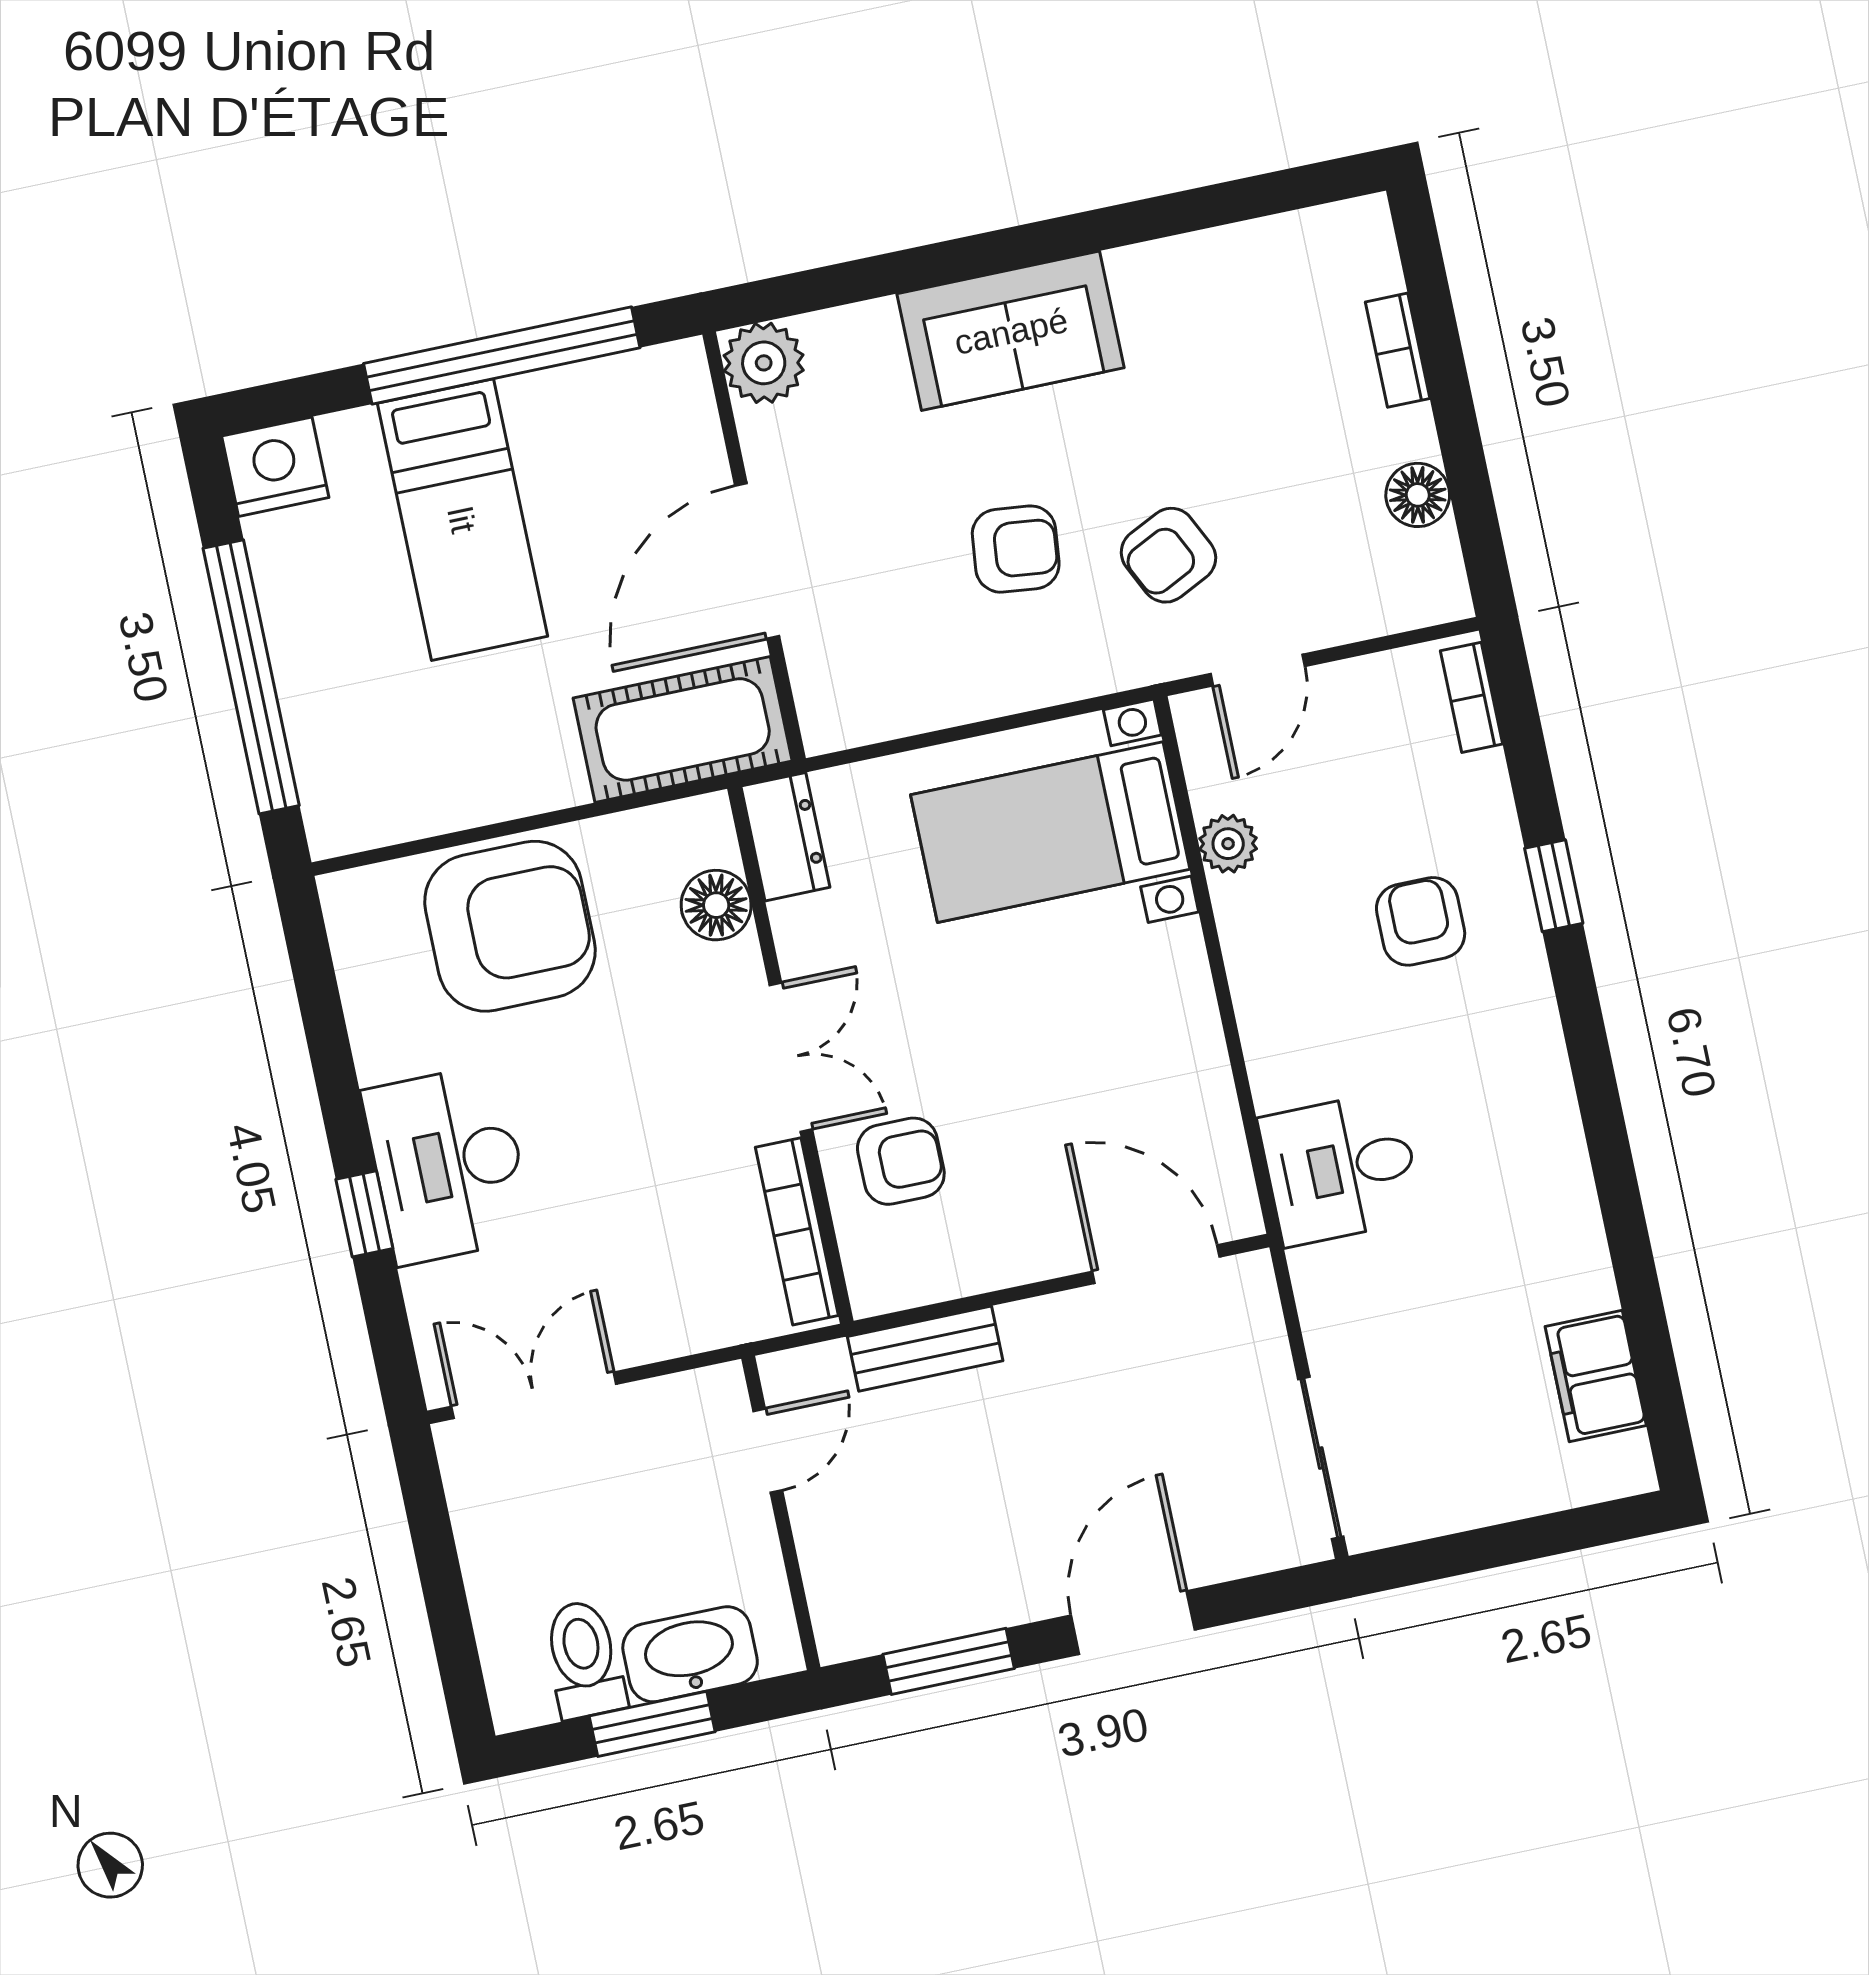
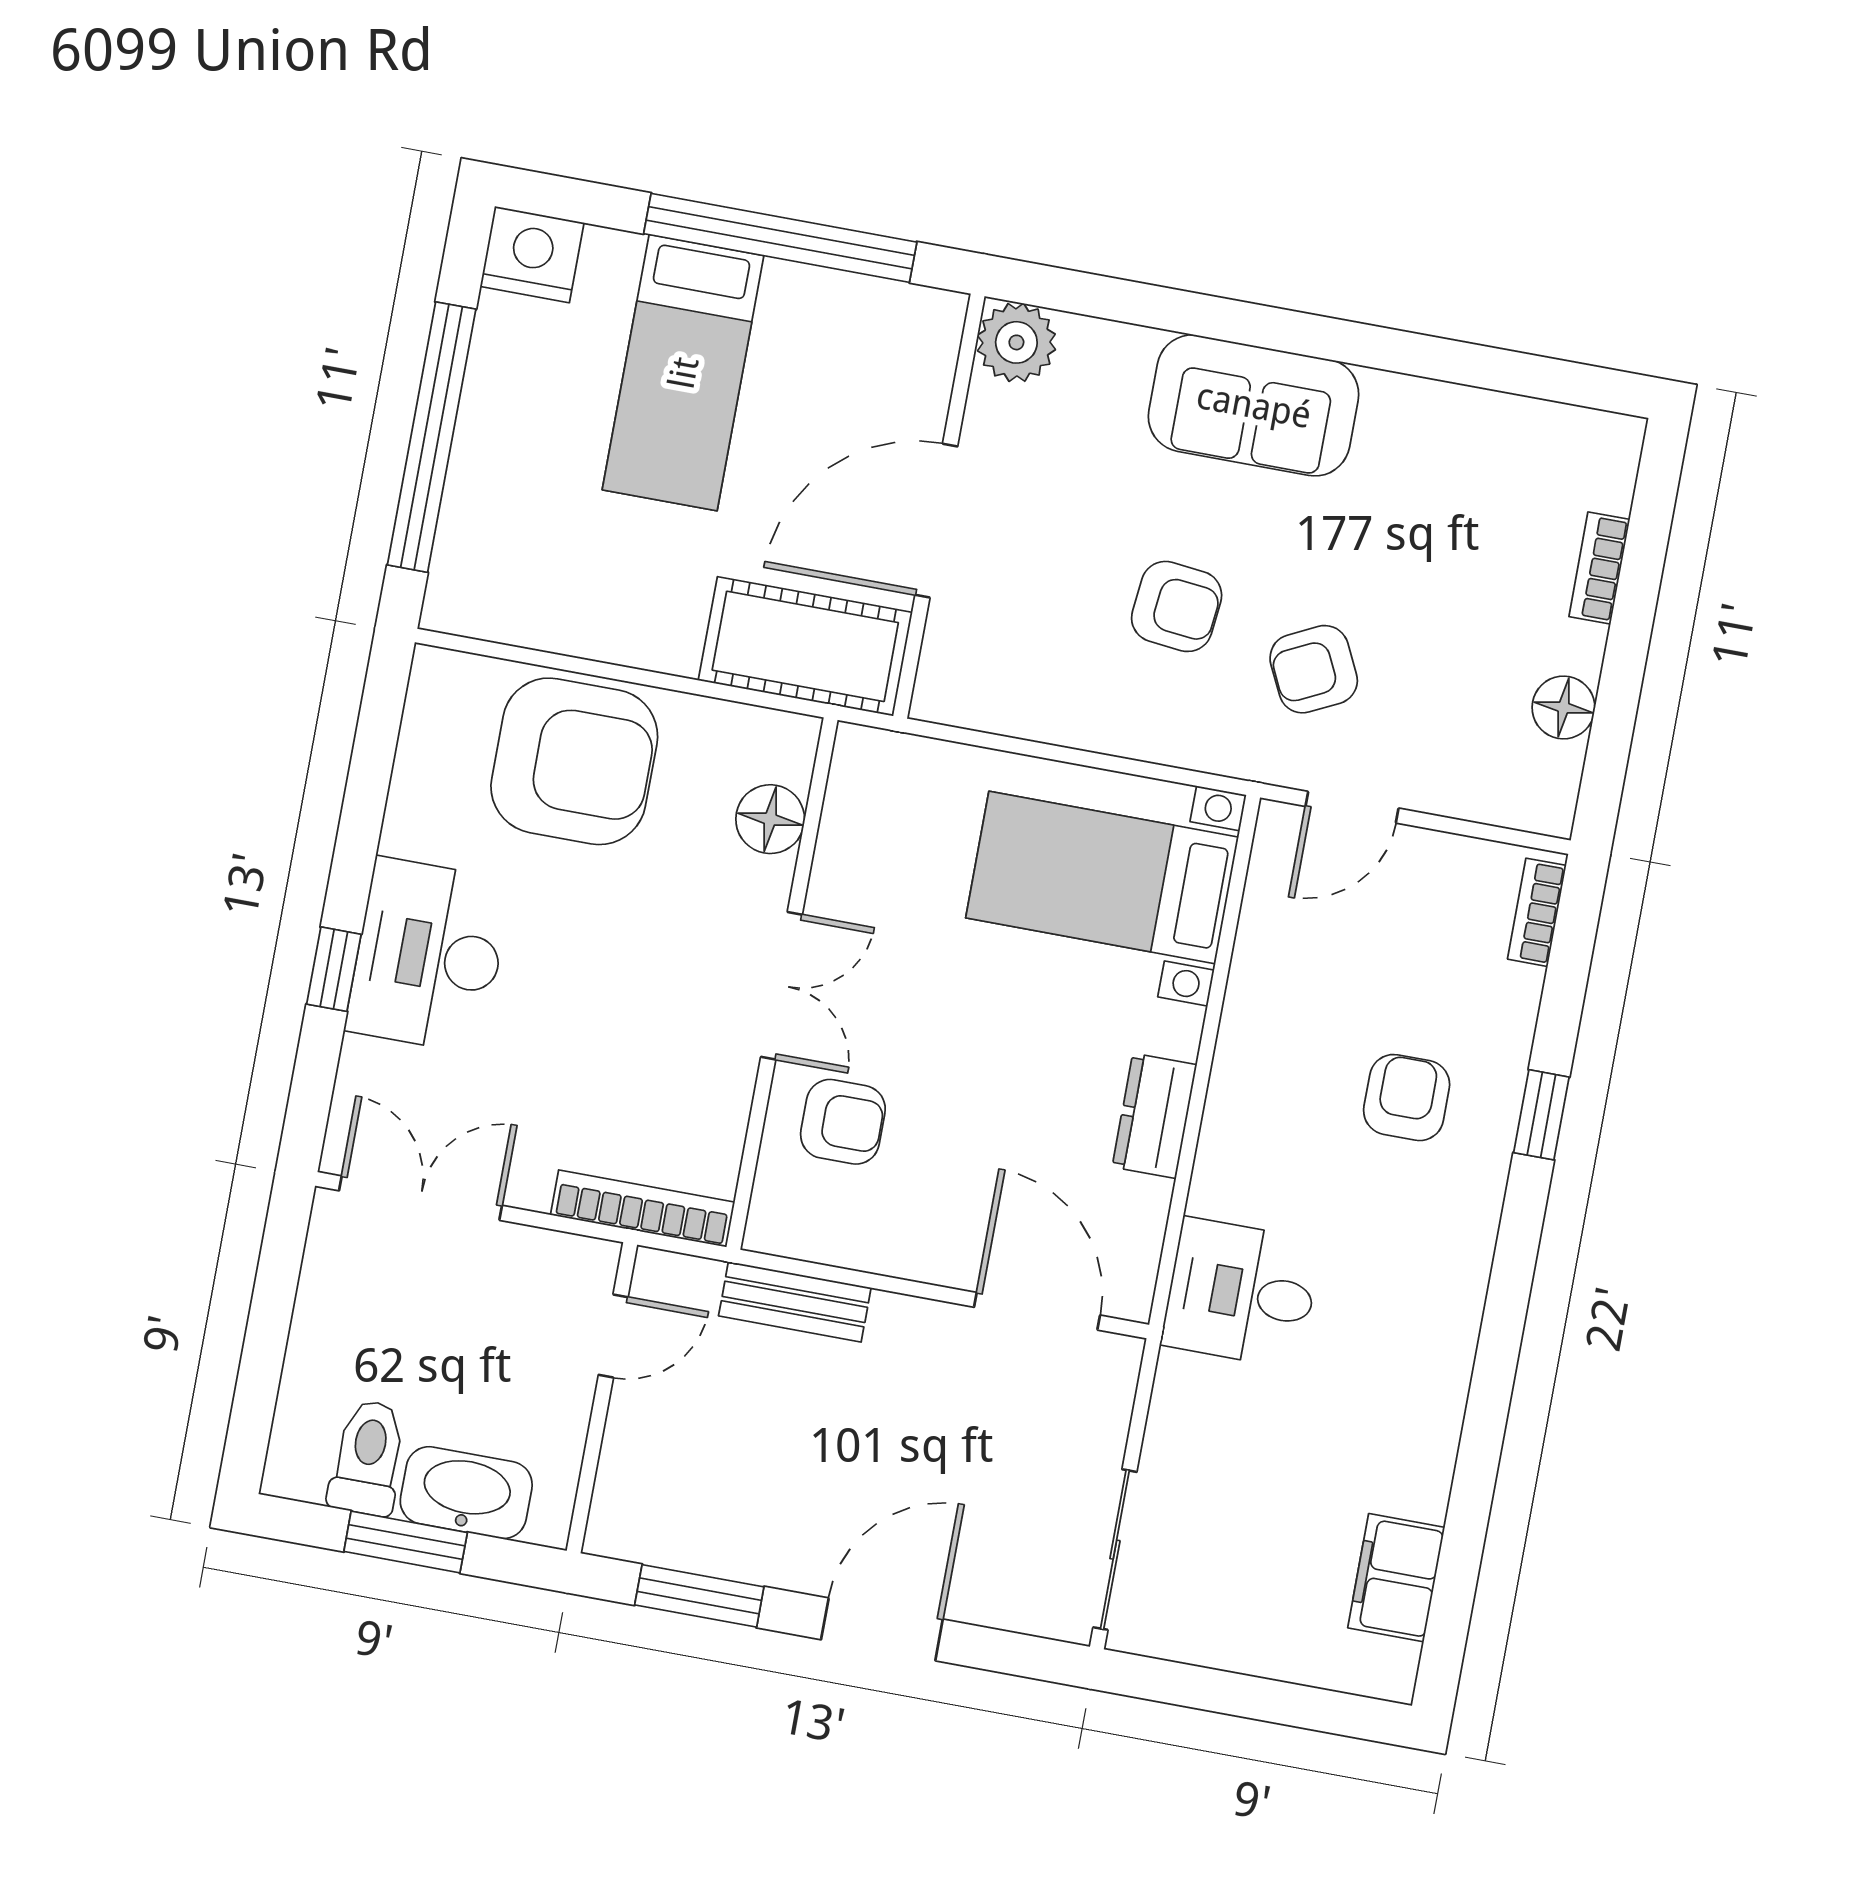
dresser: (785, 837) -> (1154, 1116), moved, turned 180
plant: (1228, 844) -> (1260, 955), removed
bookcase: (797, 1231) -> (643, 1209), moved, turned 90

